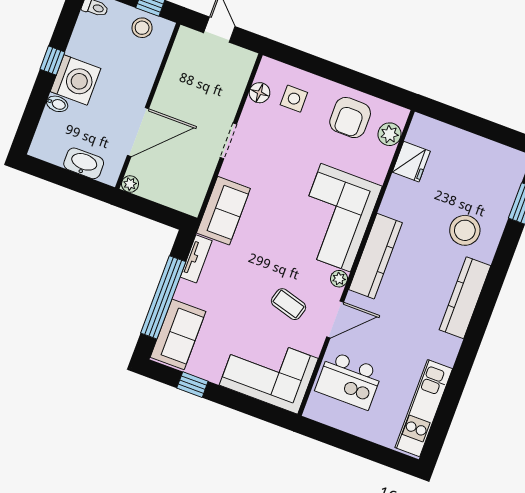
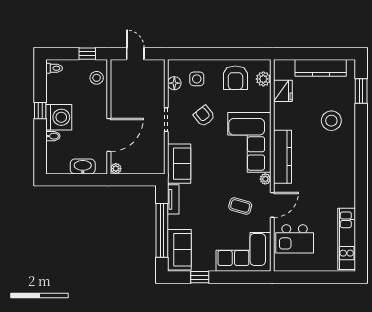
stool: (142, 28) -> (97, 78), moved
armchair: (285, 156) -> (204, 116), added
kitchen counter: (465, 298) -> (321, 68), moved, turned -90

